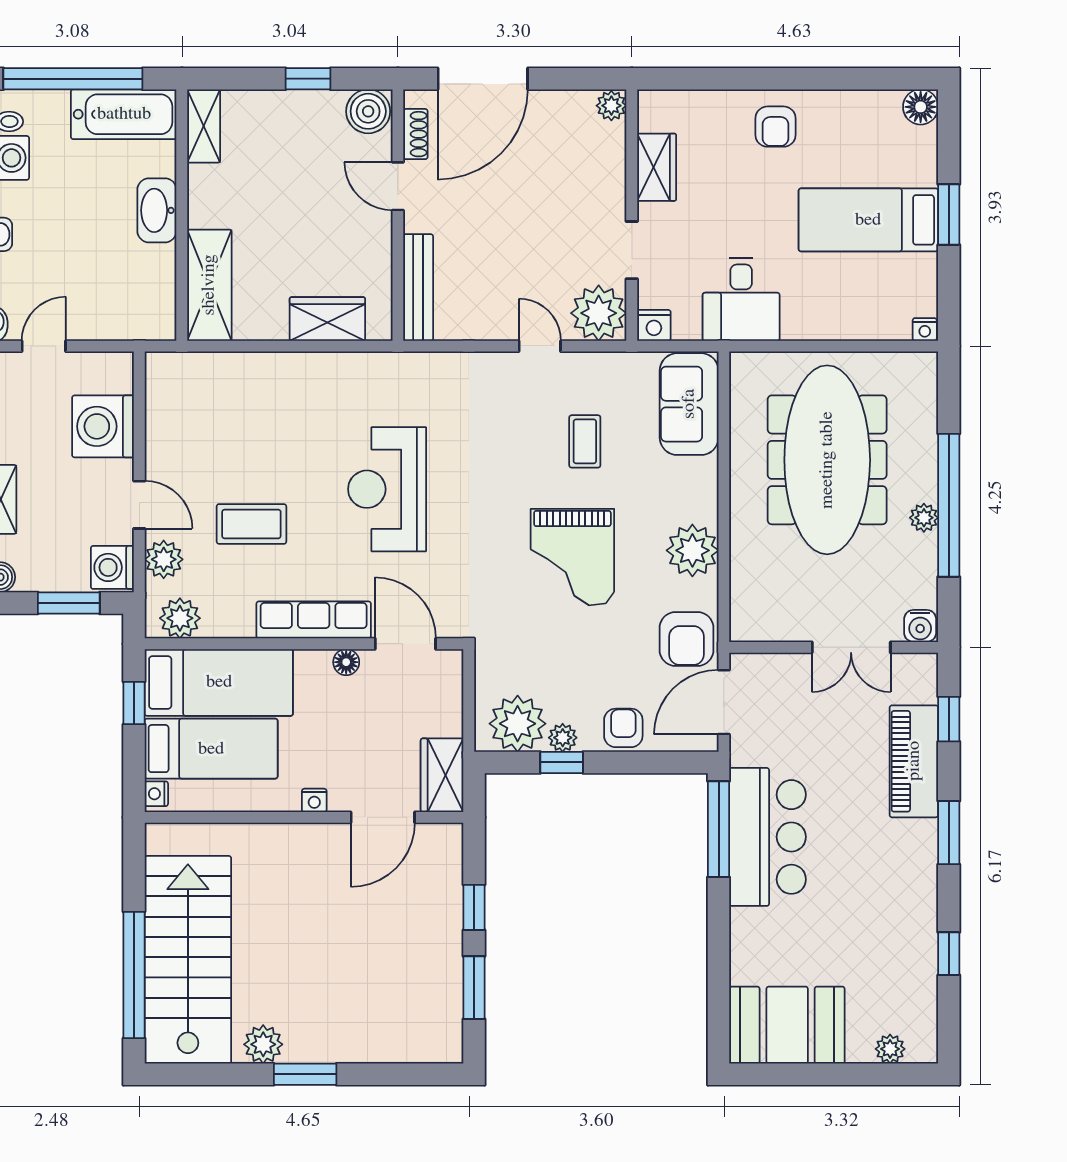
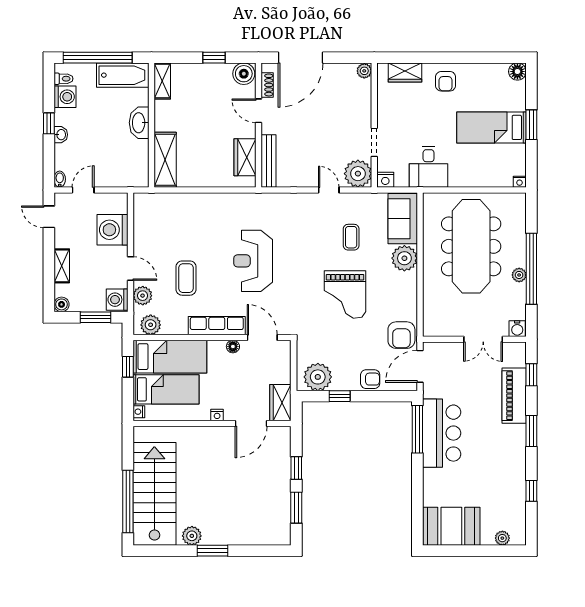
wardrobe: (657, 167) -> (405, 72), moved, turned 90
wardrobe: (327, 319) -> (245, 157), moved, turned -90
coffee table: (251, 524) -> (186, 278), turned 90
plant: (692, 550) -> (404, 258), moved
armchair: (623, 728) -> (370, 379), turned 90
plant: (563, 738) -> (340, 384), removed

